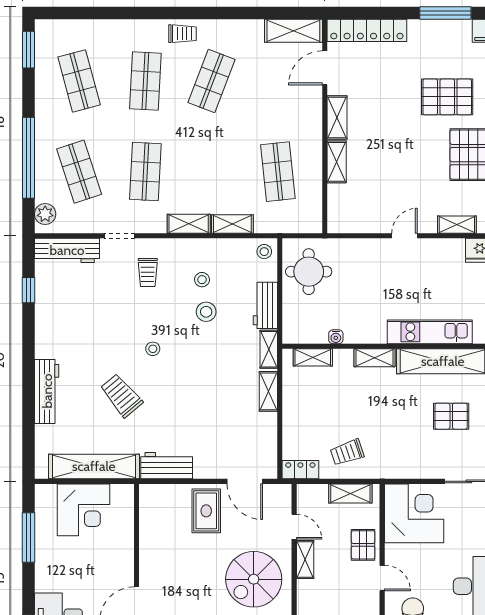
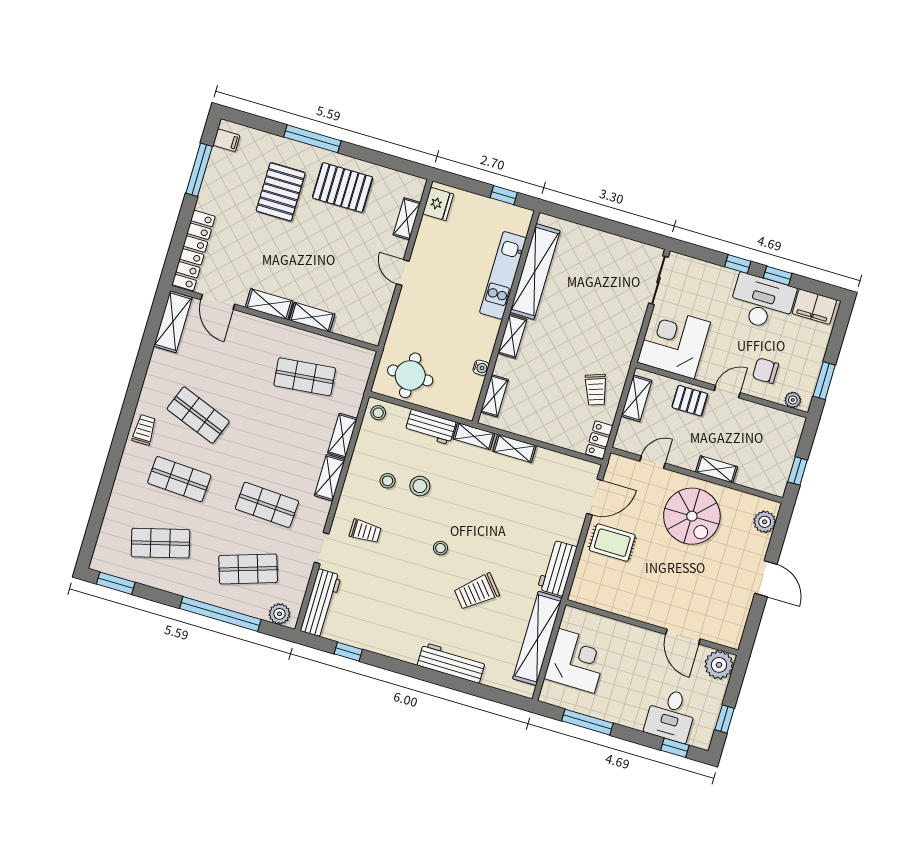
pallet: (451, 416) -> (590, 279), removed
shelving: (305, 559) -> (717, 469), moved

